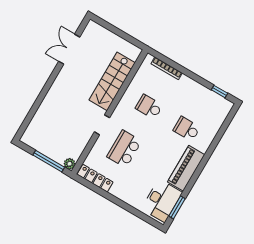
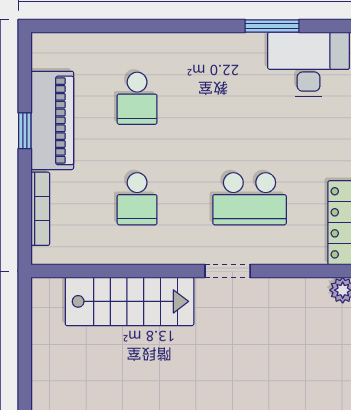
window: (219, 92) -> (25, 131), moved
piano: (186, 168) -> (52, 120), moved, turned -90
window: (177, 207) -> (272, 26), moved

